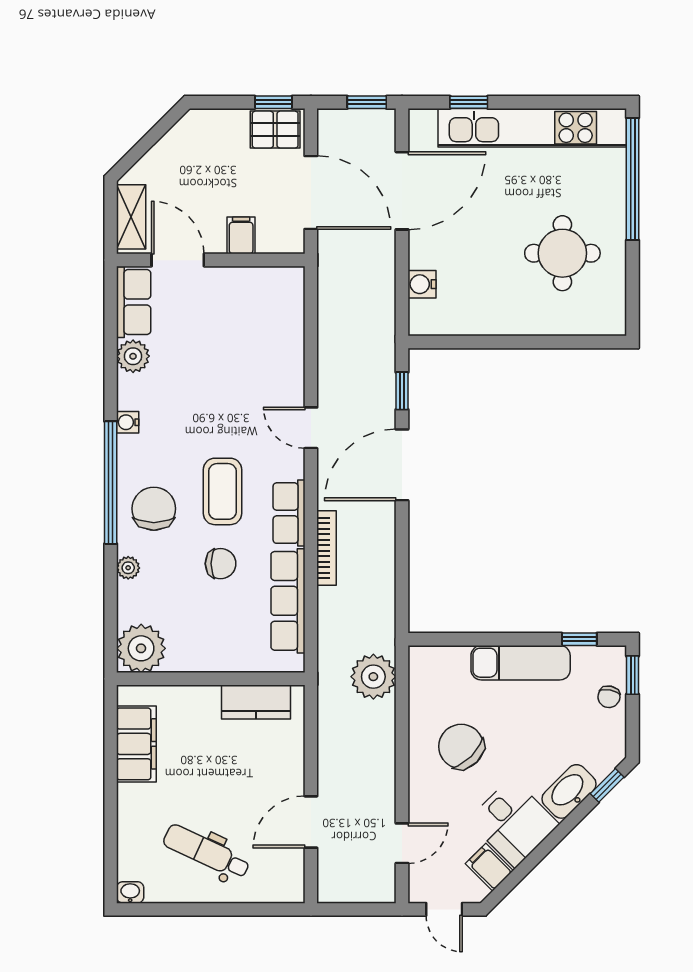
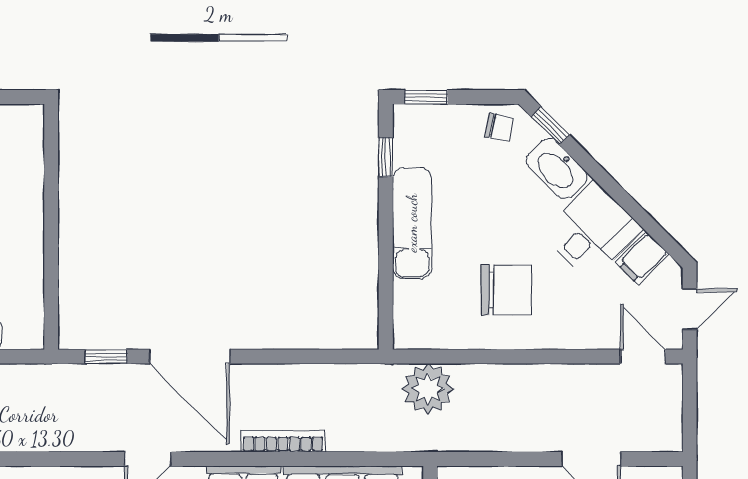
chair: (609, 697) -> (499, 127), moved
chair: (461, 746) -> (506, 290), turned -135
door: (402, 843) -> (643, 357), moved

